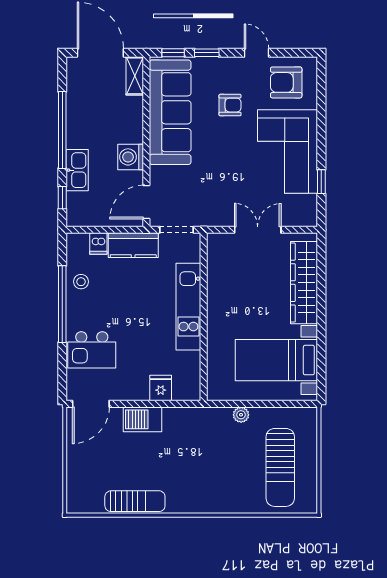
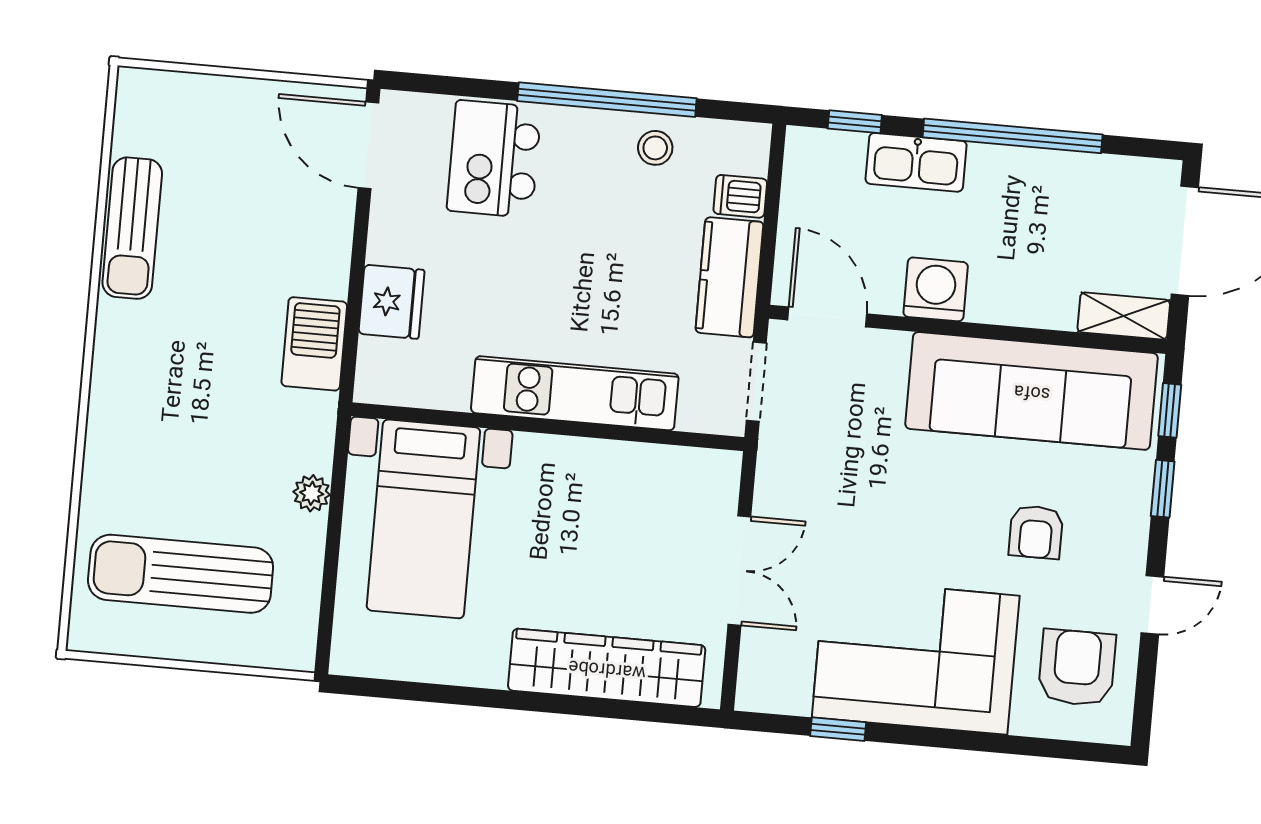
bed with nightstands: (276, 360) -> (423, 519), moved, turned 180
fridge: (161, 388) -> (391, 302), width x1.38
barbecue: (143, 419) -> (314, 344), moved

